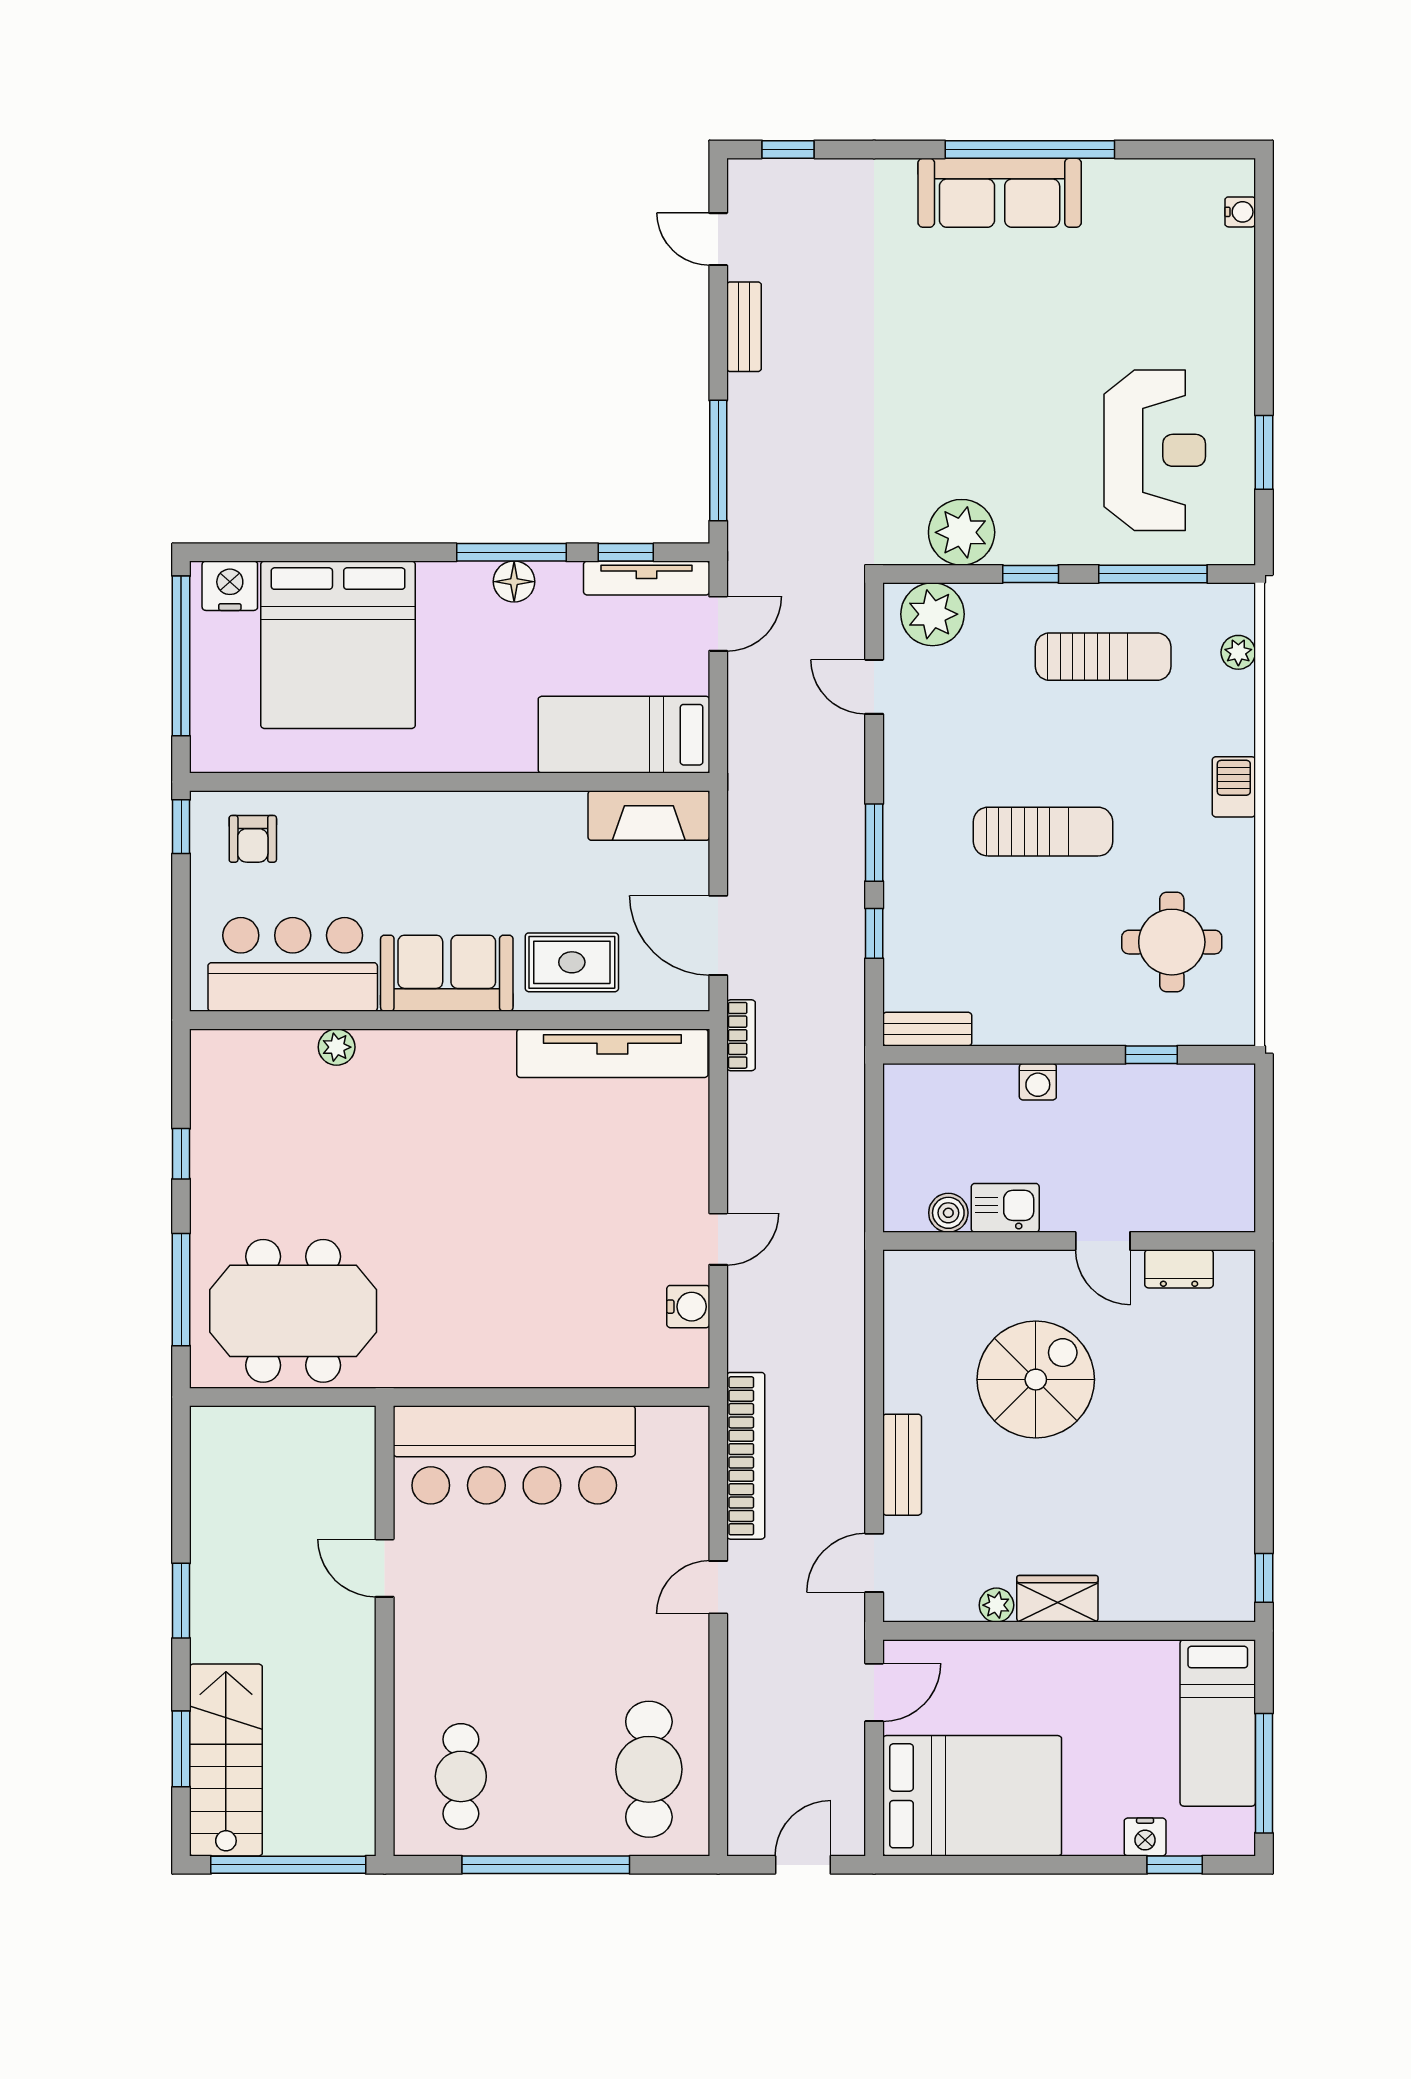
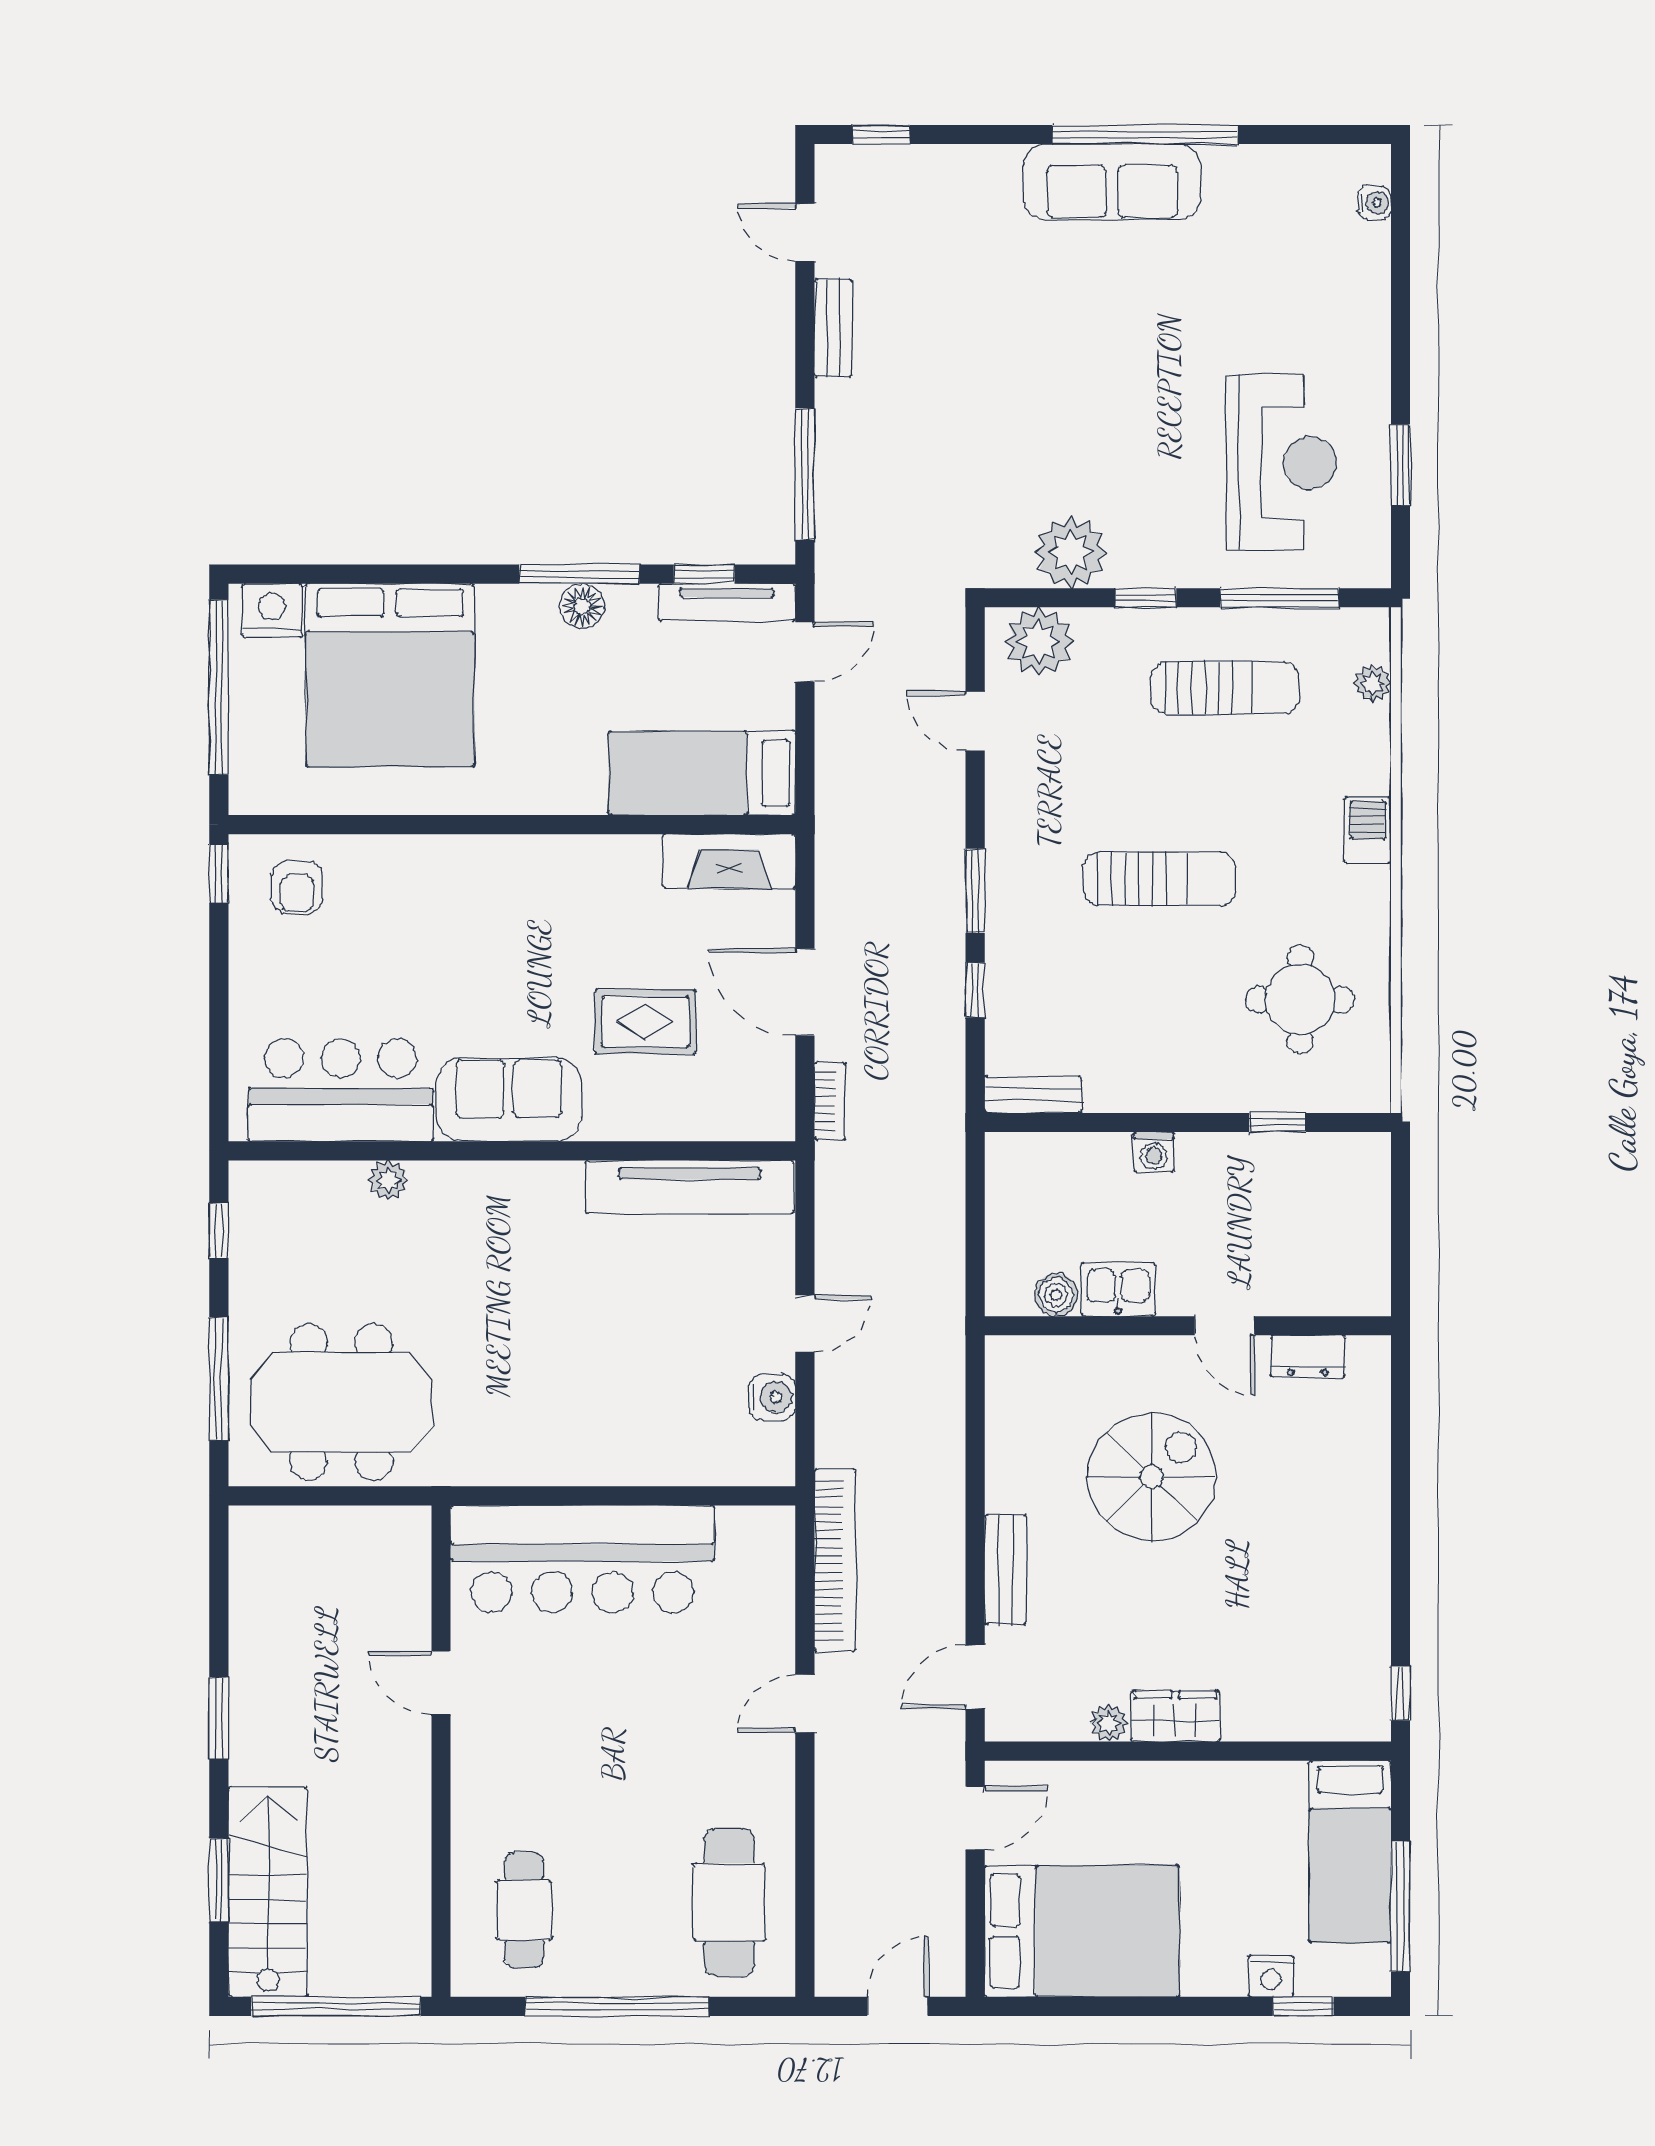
bar counter: (293, 964) -> (341, 1090), moved
sofa: (447, 973) -> (509, 1100), moved
wall: (450, 1020) -> (512, 1151), moved
plant: (337, 1047) -> (389, 1180), moved
tv unit: (612, 1053) -> (690, 1187), moved

